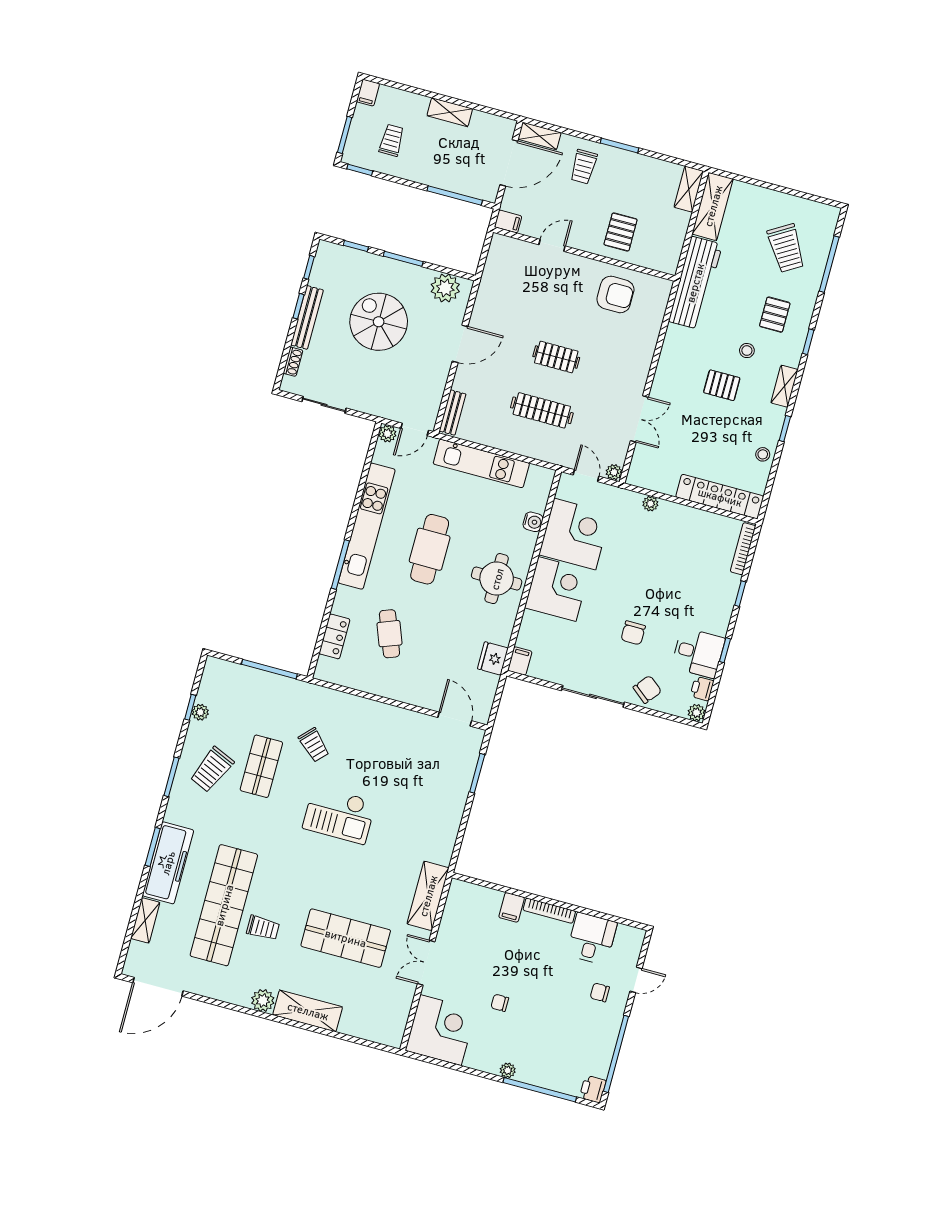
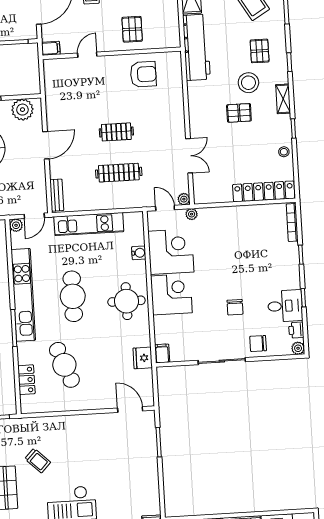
stool: (747, 351) -> (248, 83), width x1.89, depth x1.89
plant: (650, 504) -> (192, 214), moved
cafe table: (389, 634) -> (64, 365), width x1.37, depth x1.35
chair: (647, 689) -> (258, 343), turned -129

